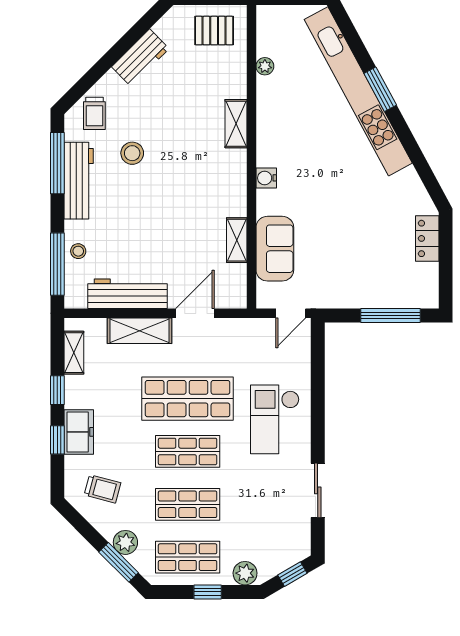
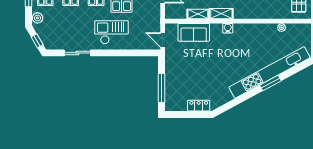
shelving: (236, 124) -> (221, 14), moved

